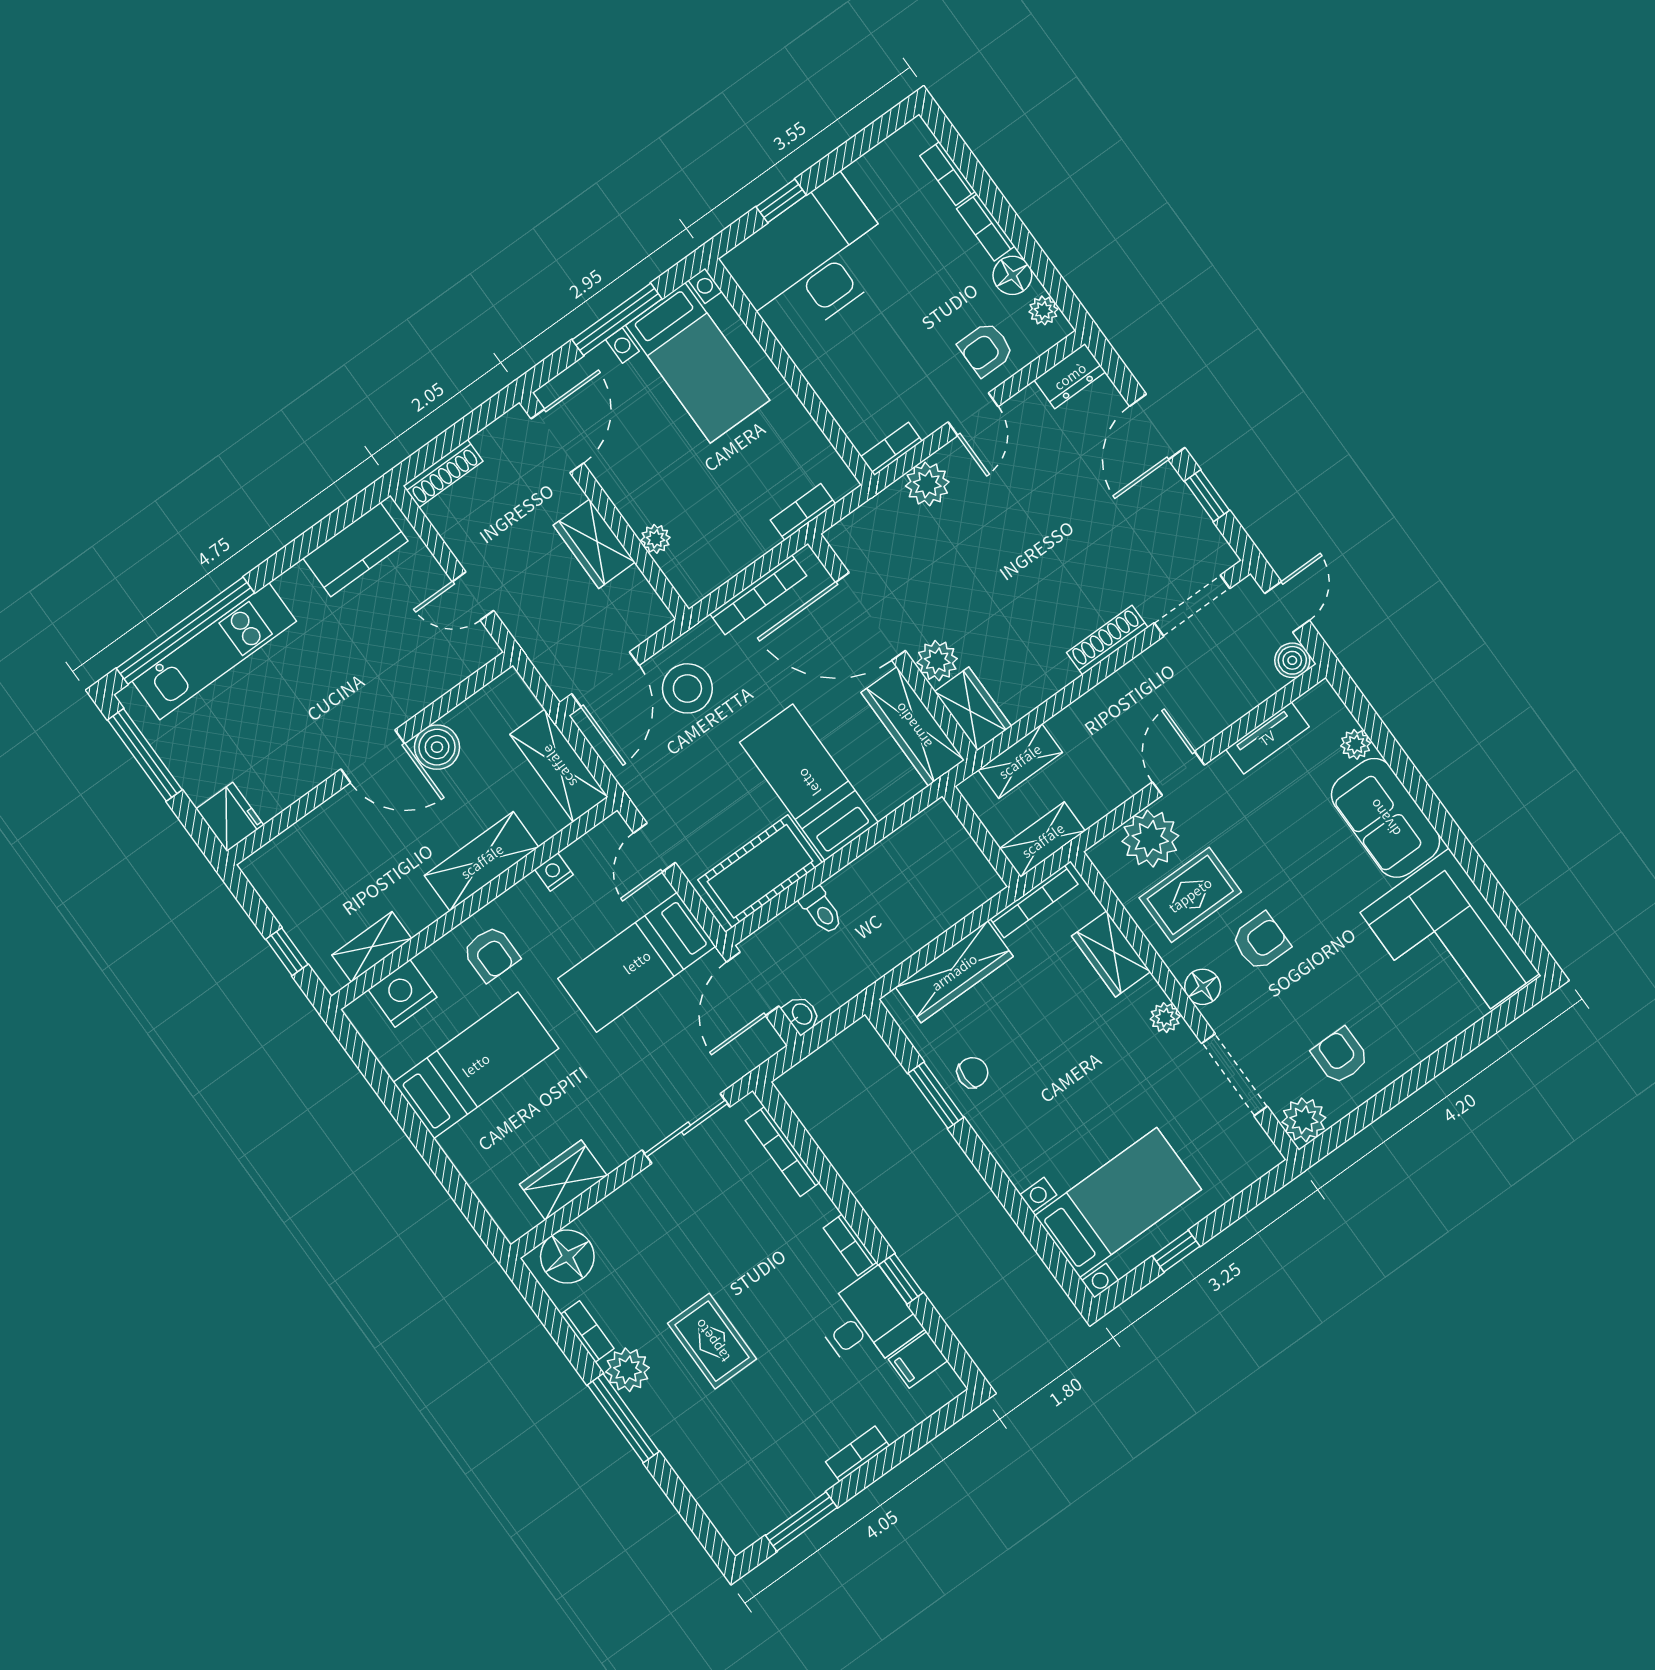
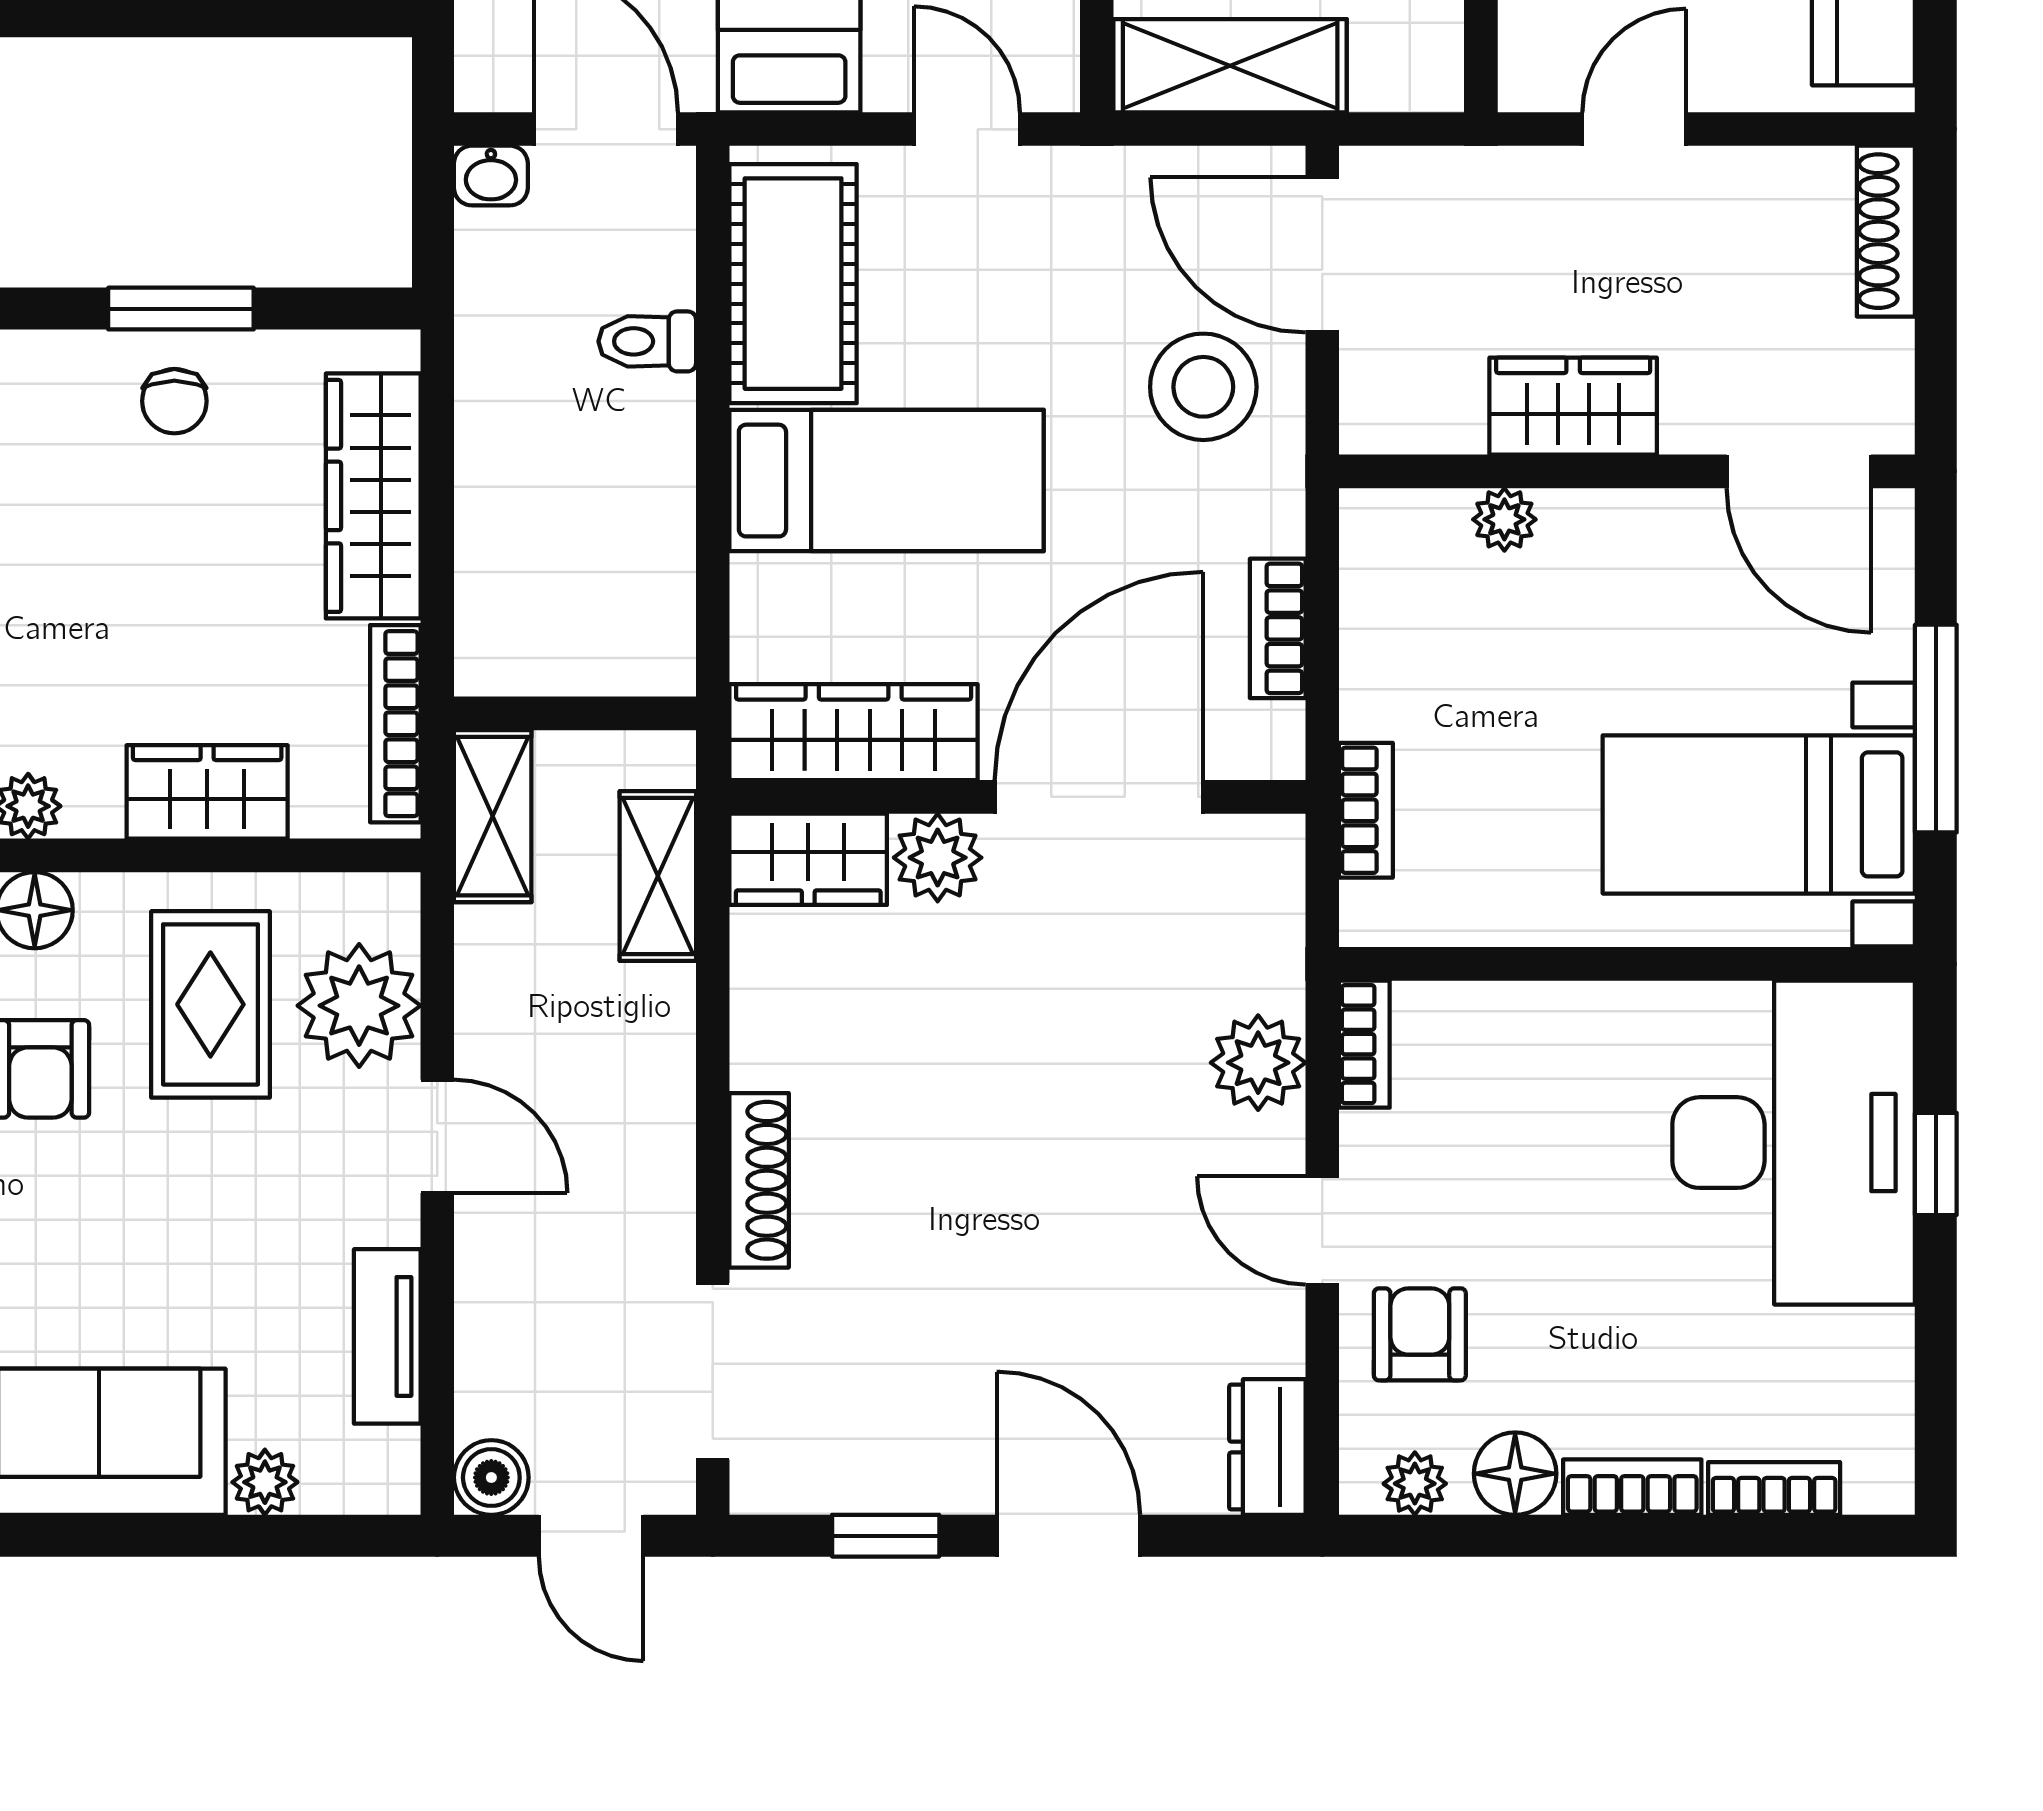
bookcase: (758, 595) -> (1278, 628), width x0.64

